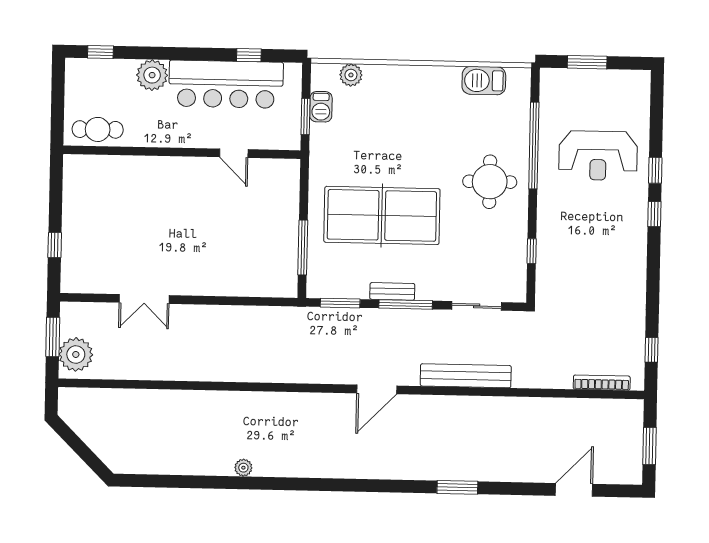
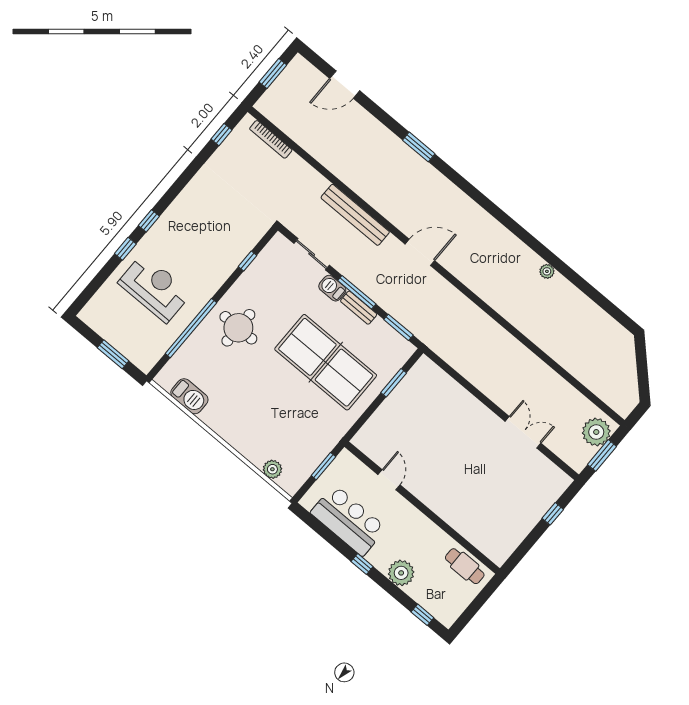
window: (249, 55) -> (362, 564), moved
bar counter: (226, 84) -> (348, 520), width x0.73
barbecue: (321, 107) -> (332, 288), moved, turned -90
window: (303, 248) -> (394, 383), width x0.69

